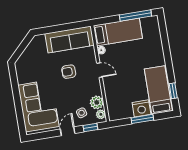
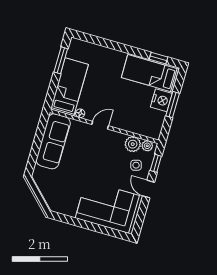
window: (135, 16) -> (61, 60), width x0.69
armchair: (69, 72) -> (86, 158), removed

